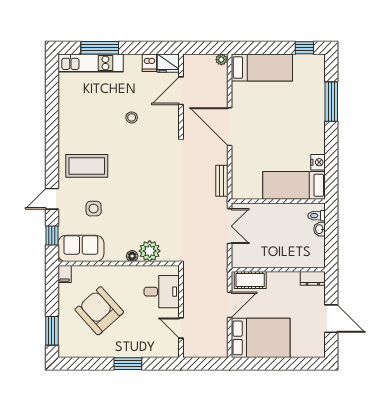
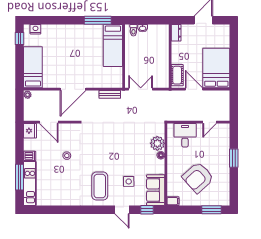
dishwasher: (149, 63) -> (30, 156), moved
window: (331, 102) -> (98, 20), moved
nightstand: (318, 162) -> (35, 29), moved

